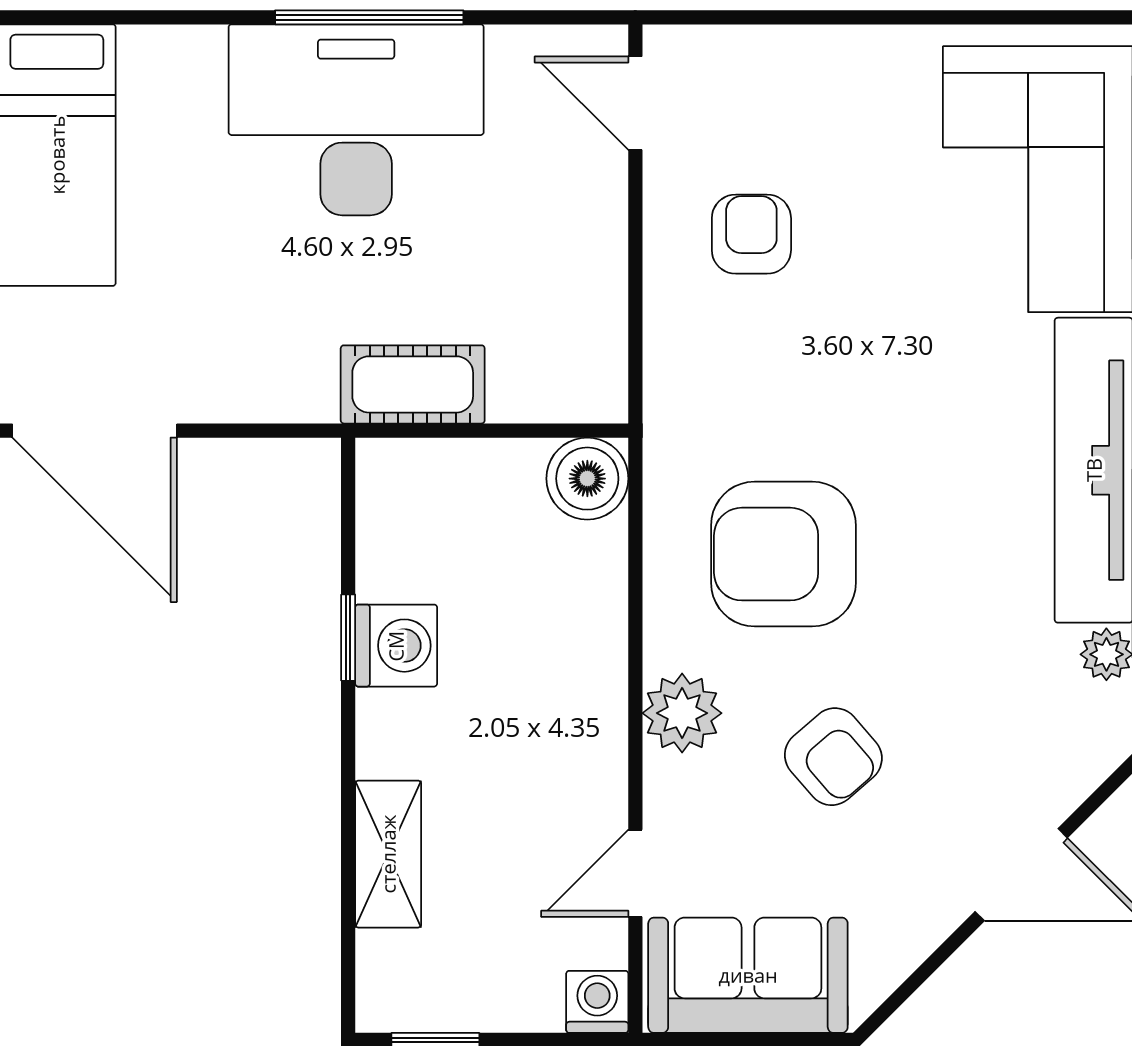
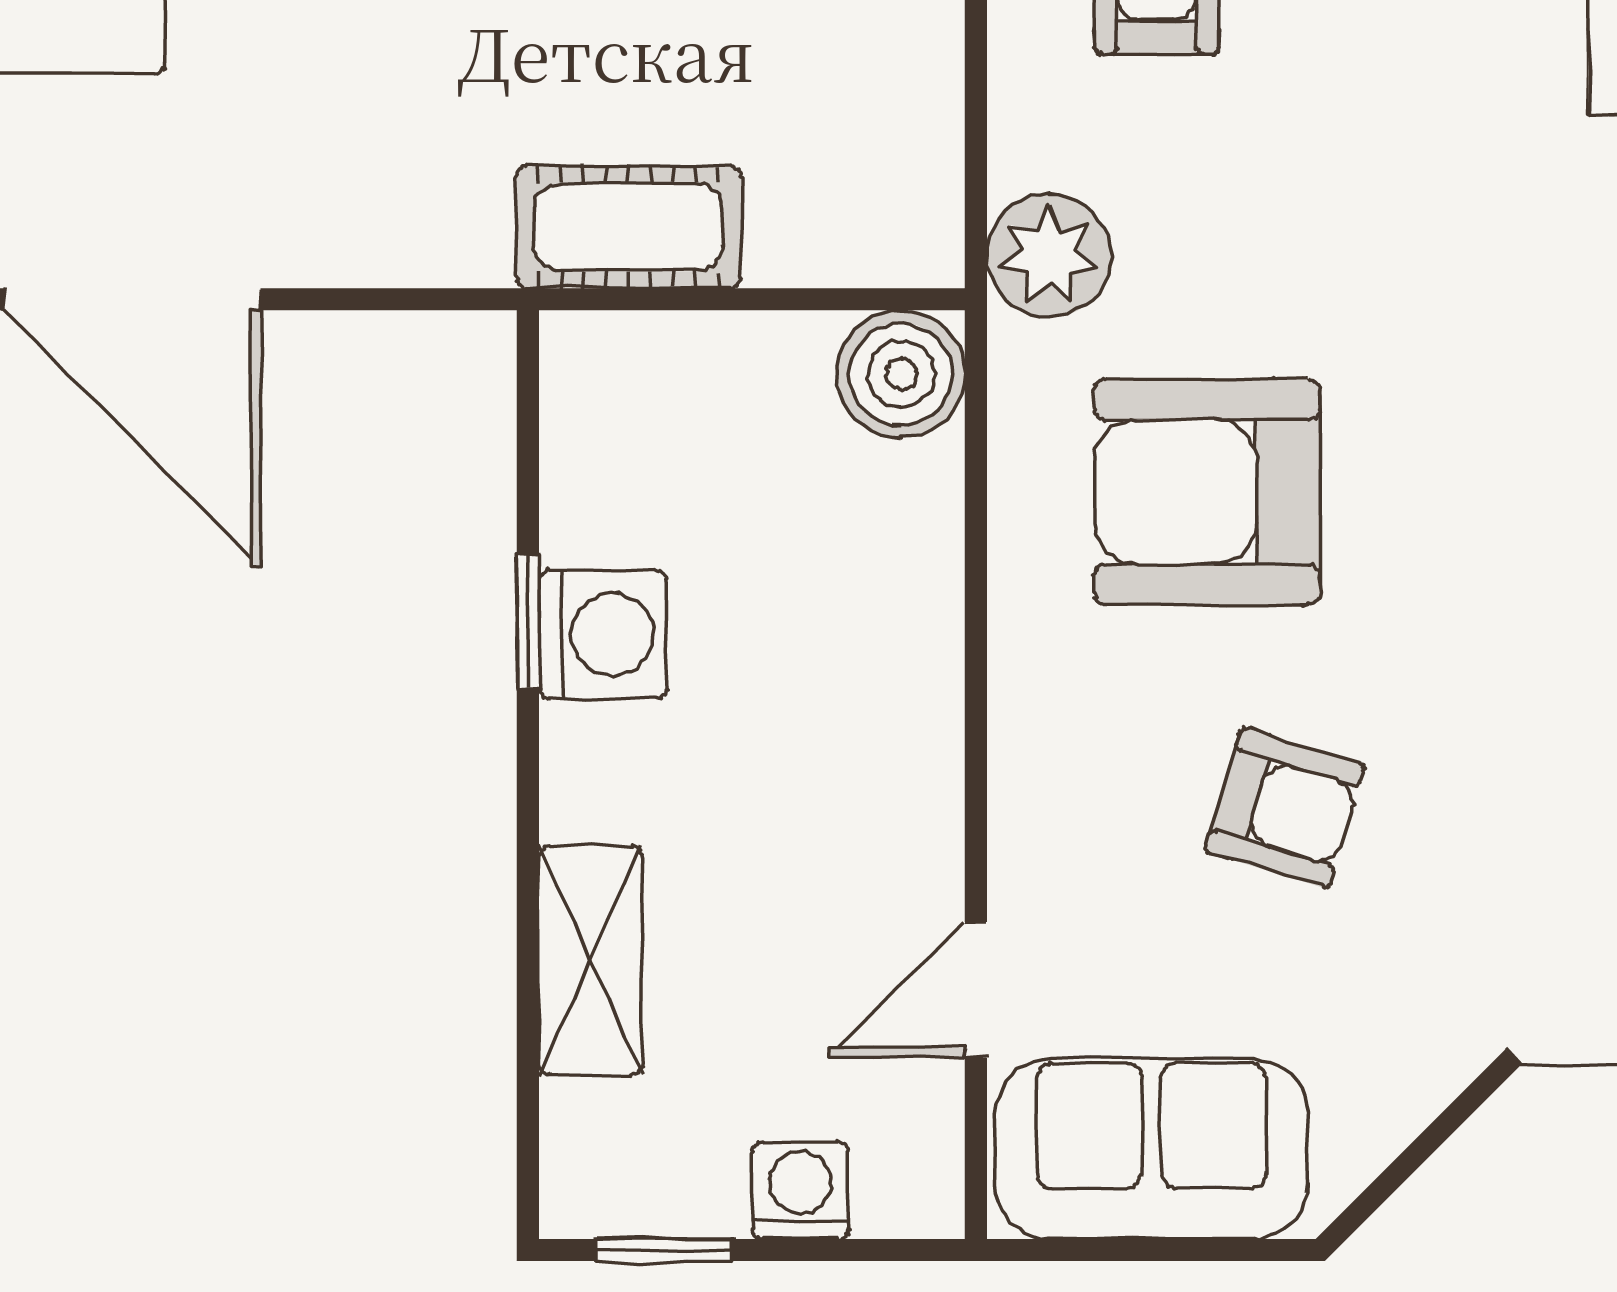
plant: (682, 713) -> (1049, 256), moved
armchair: (833, 757) -> (1285, 808), turned -32
washing machine: (597, 1002) -> (800, 1191), moved

